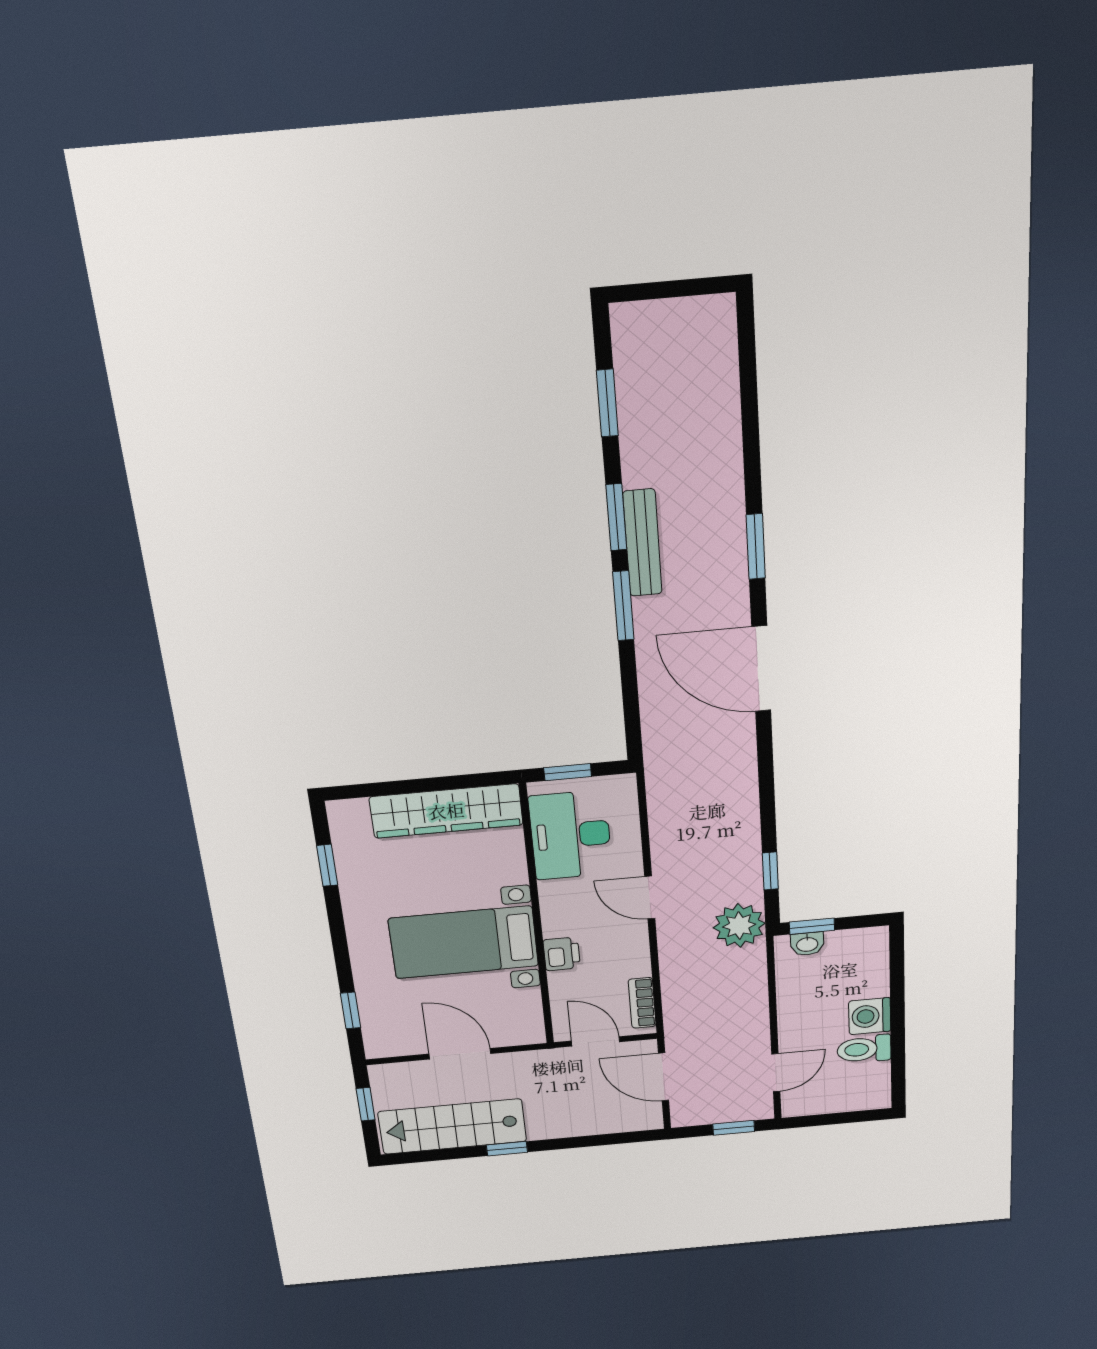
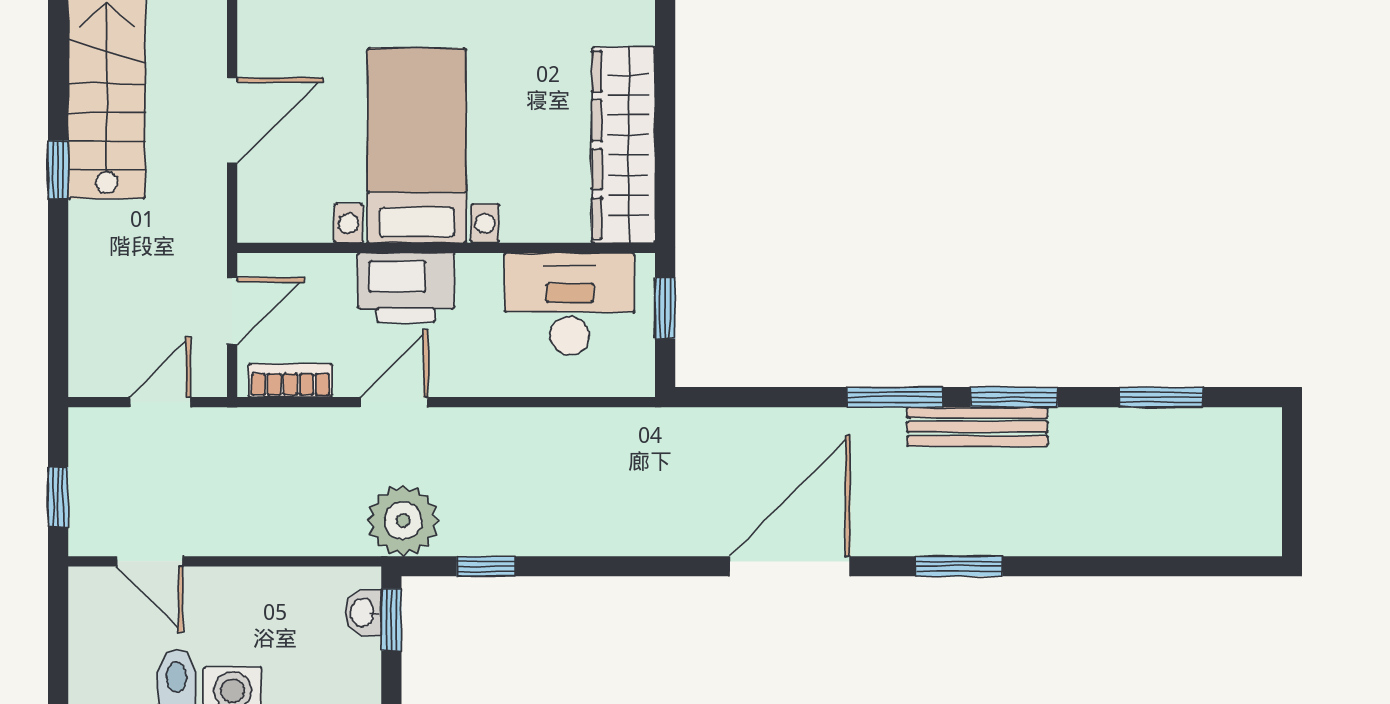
door: (650, 898) -> (394, 402), moved
printer: (562, 954) -> (406, 288), width x1.87, depth x1.48
door: (664, 1077) -> (160, 402), width x0.73

